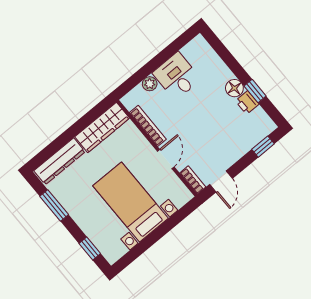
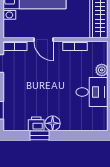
bookcase: (148, 126) -> (75, 46), width x0.64

